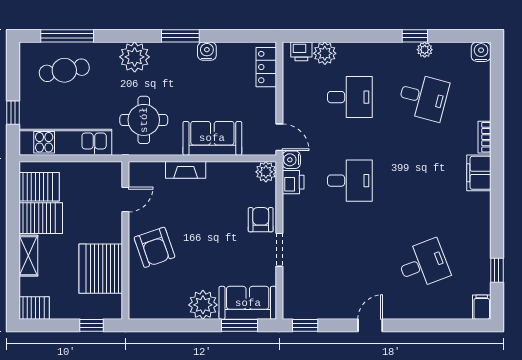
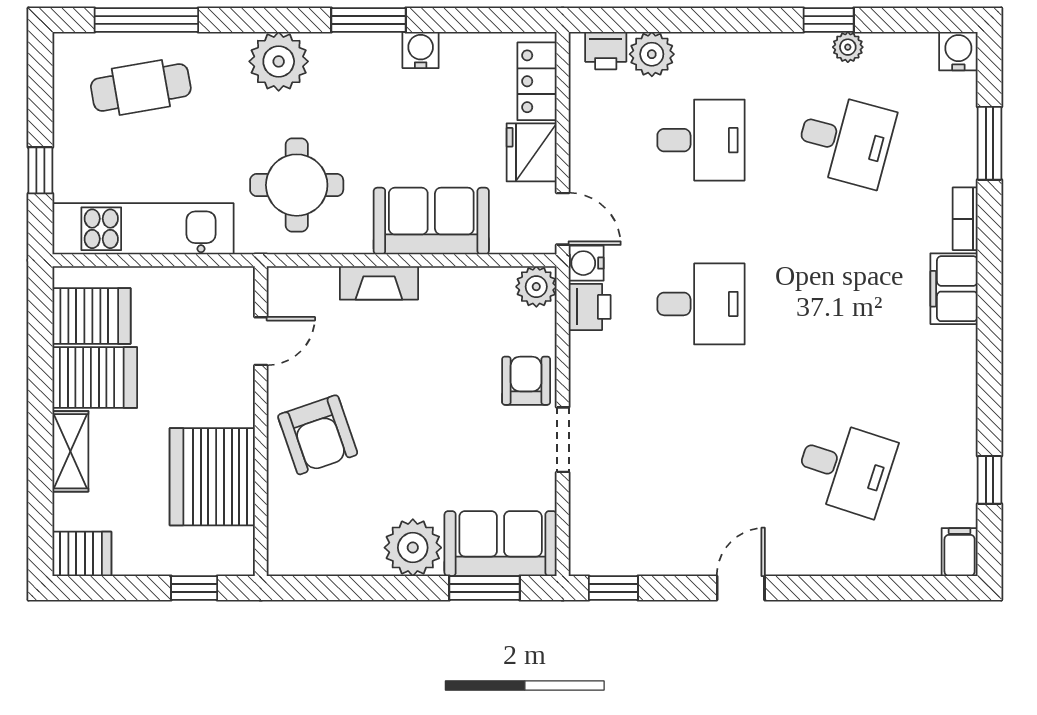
window: (497, 99) -> (989, 143), added
fridge: (263, 103) -> (532, 152), added
desk: (423, 264) -> (845, 468), turned 39

